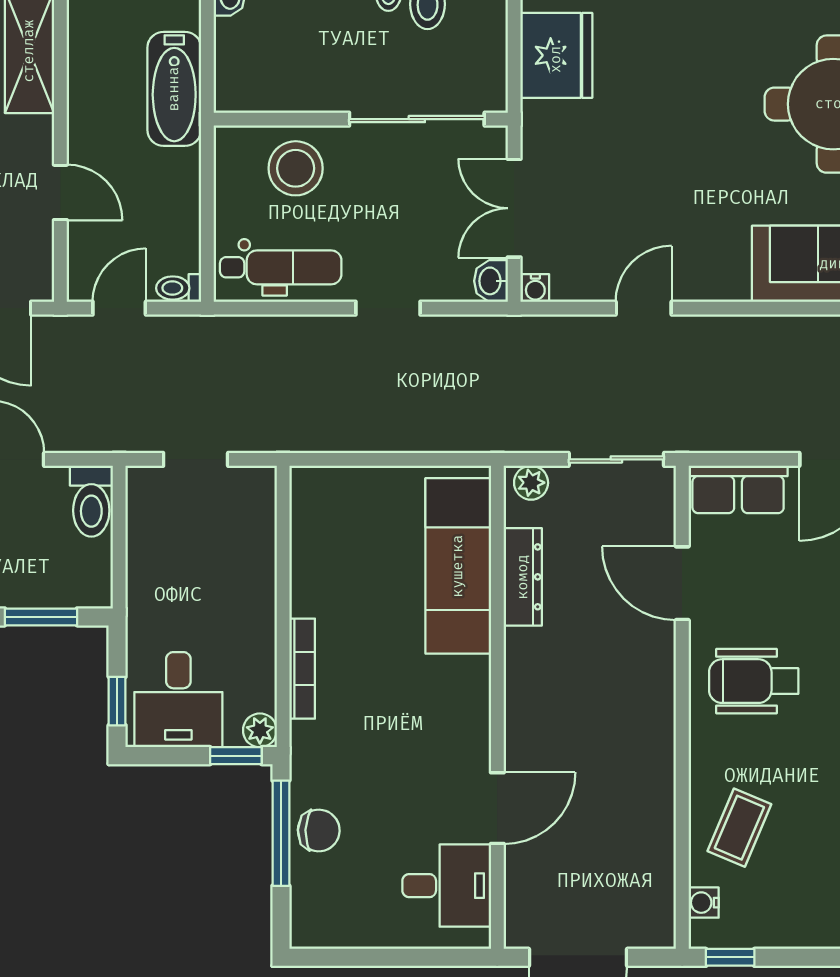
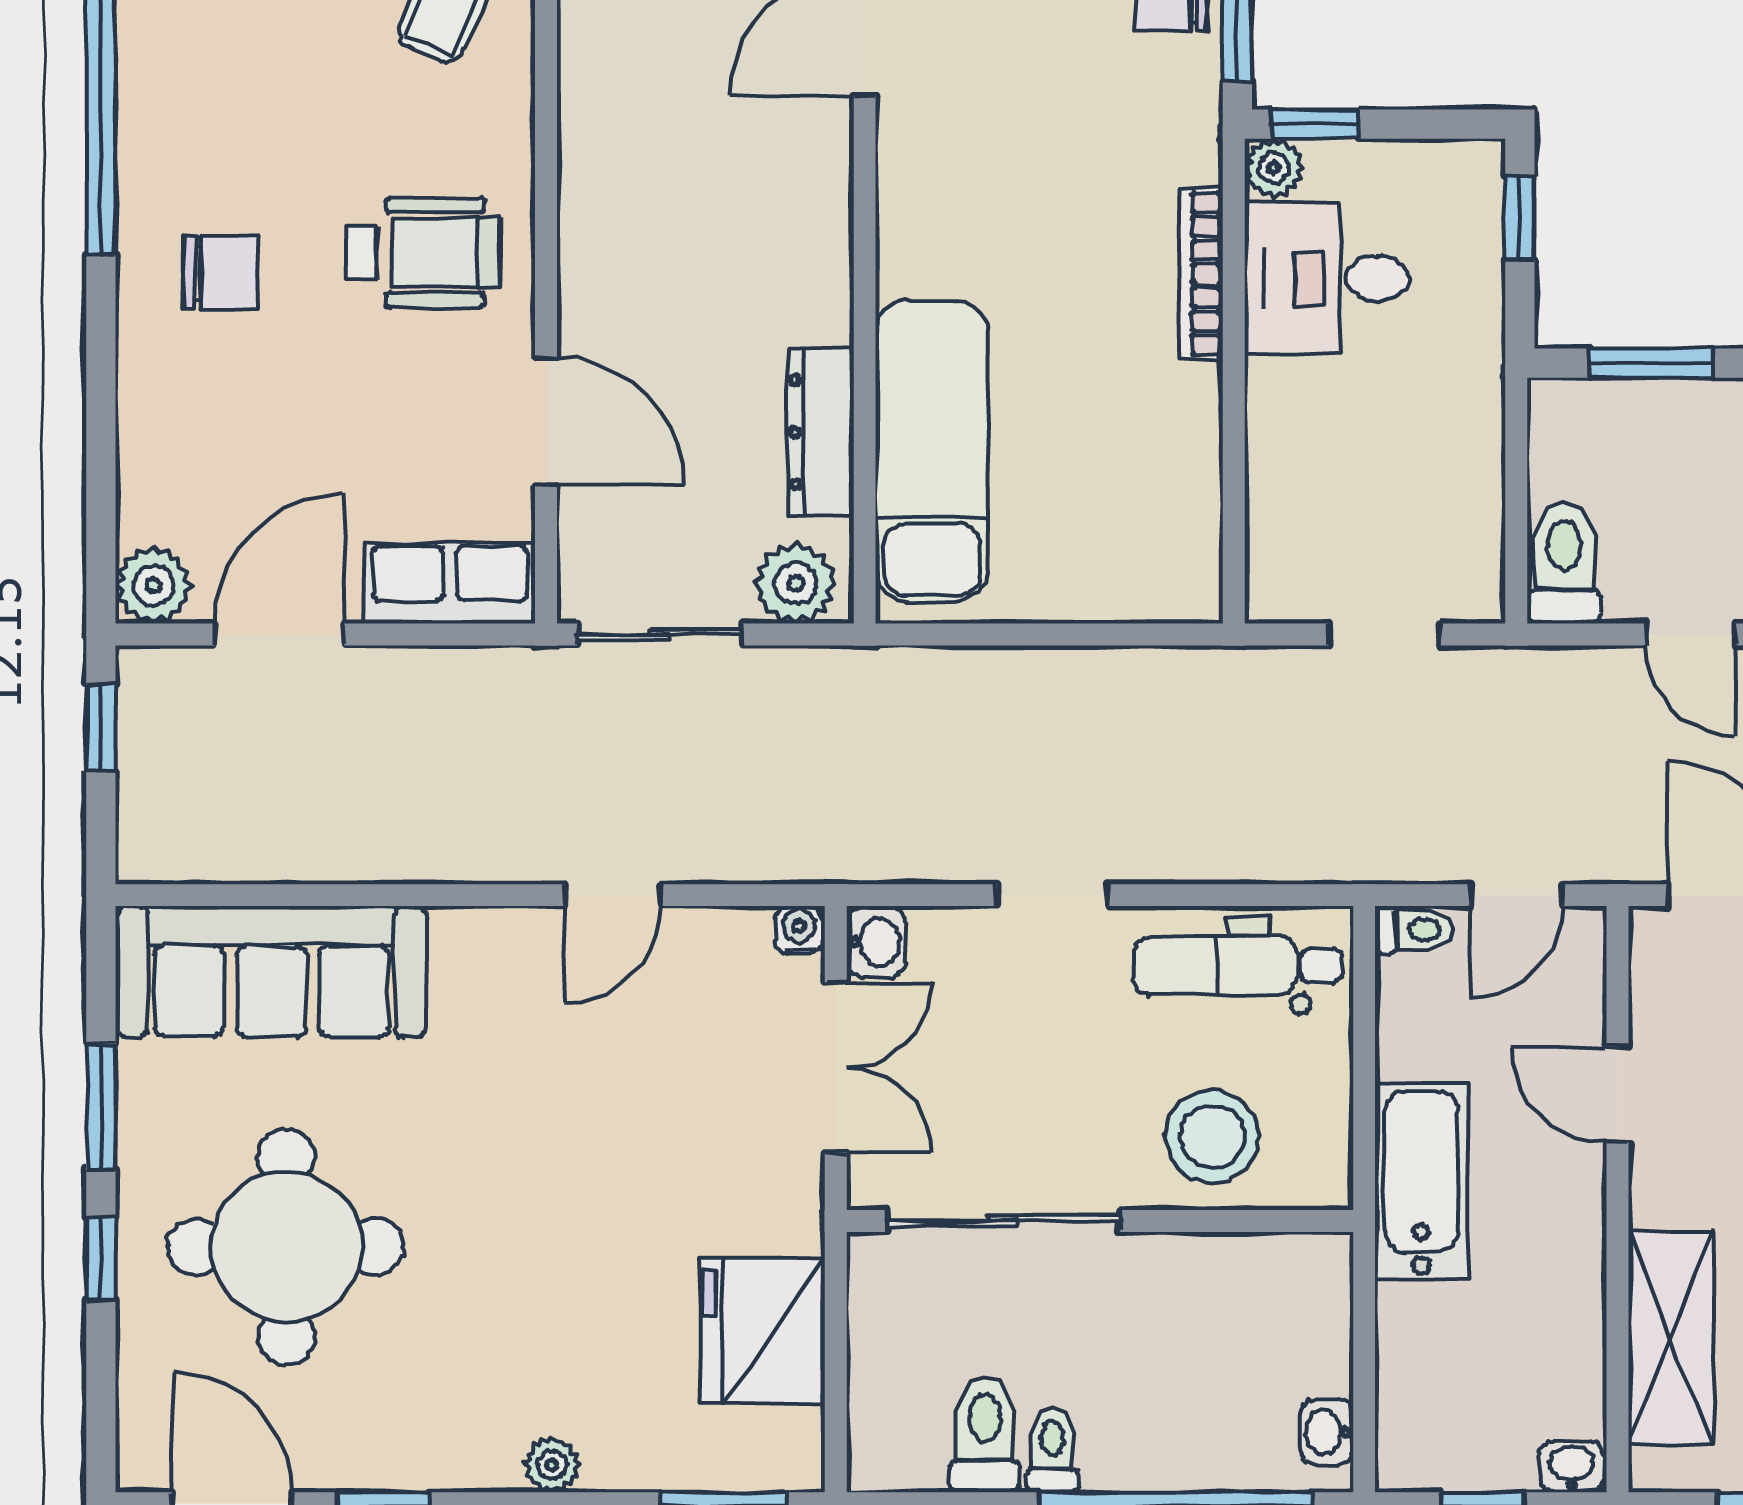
bathtub: (174, 89) -> (1421, 1181), moved
plant: (531, 483) -> (796, 583), width x1.38, depth x1.38
desk: (178, 700) -> (1327, 279), moved, turned -90

